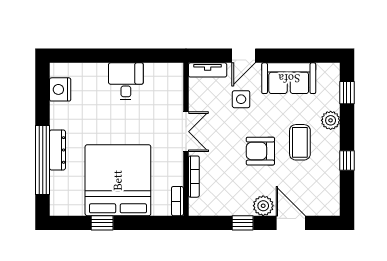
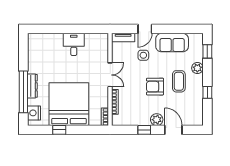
nightstand: (60, 89) -> (34, 113), moved

